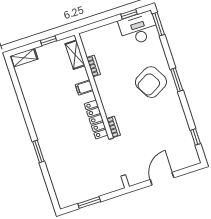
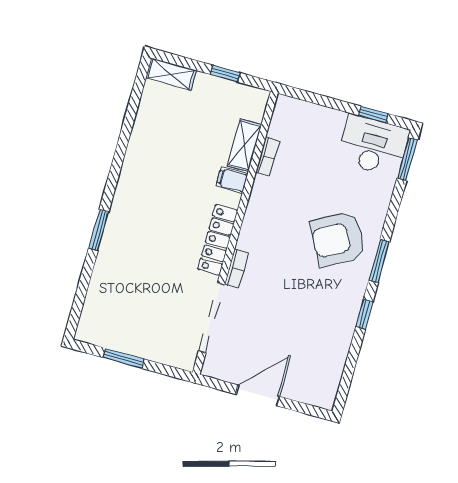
shelving: (75, 55) -> (244, 145), moved
window: (195, 137) -> (364, 314), moved

